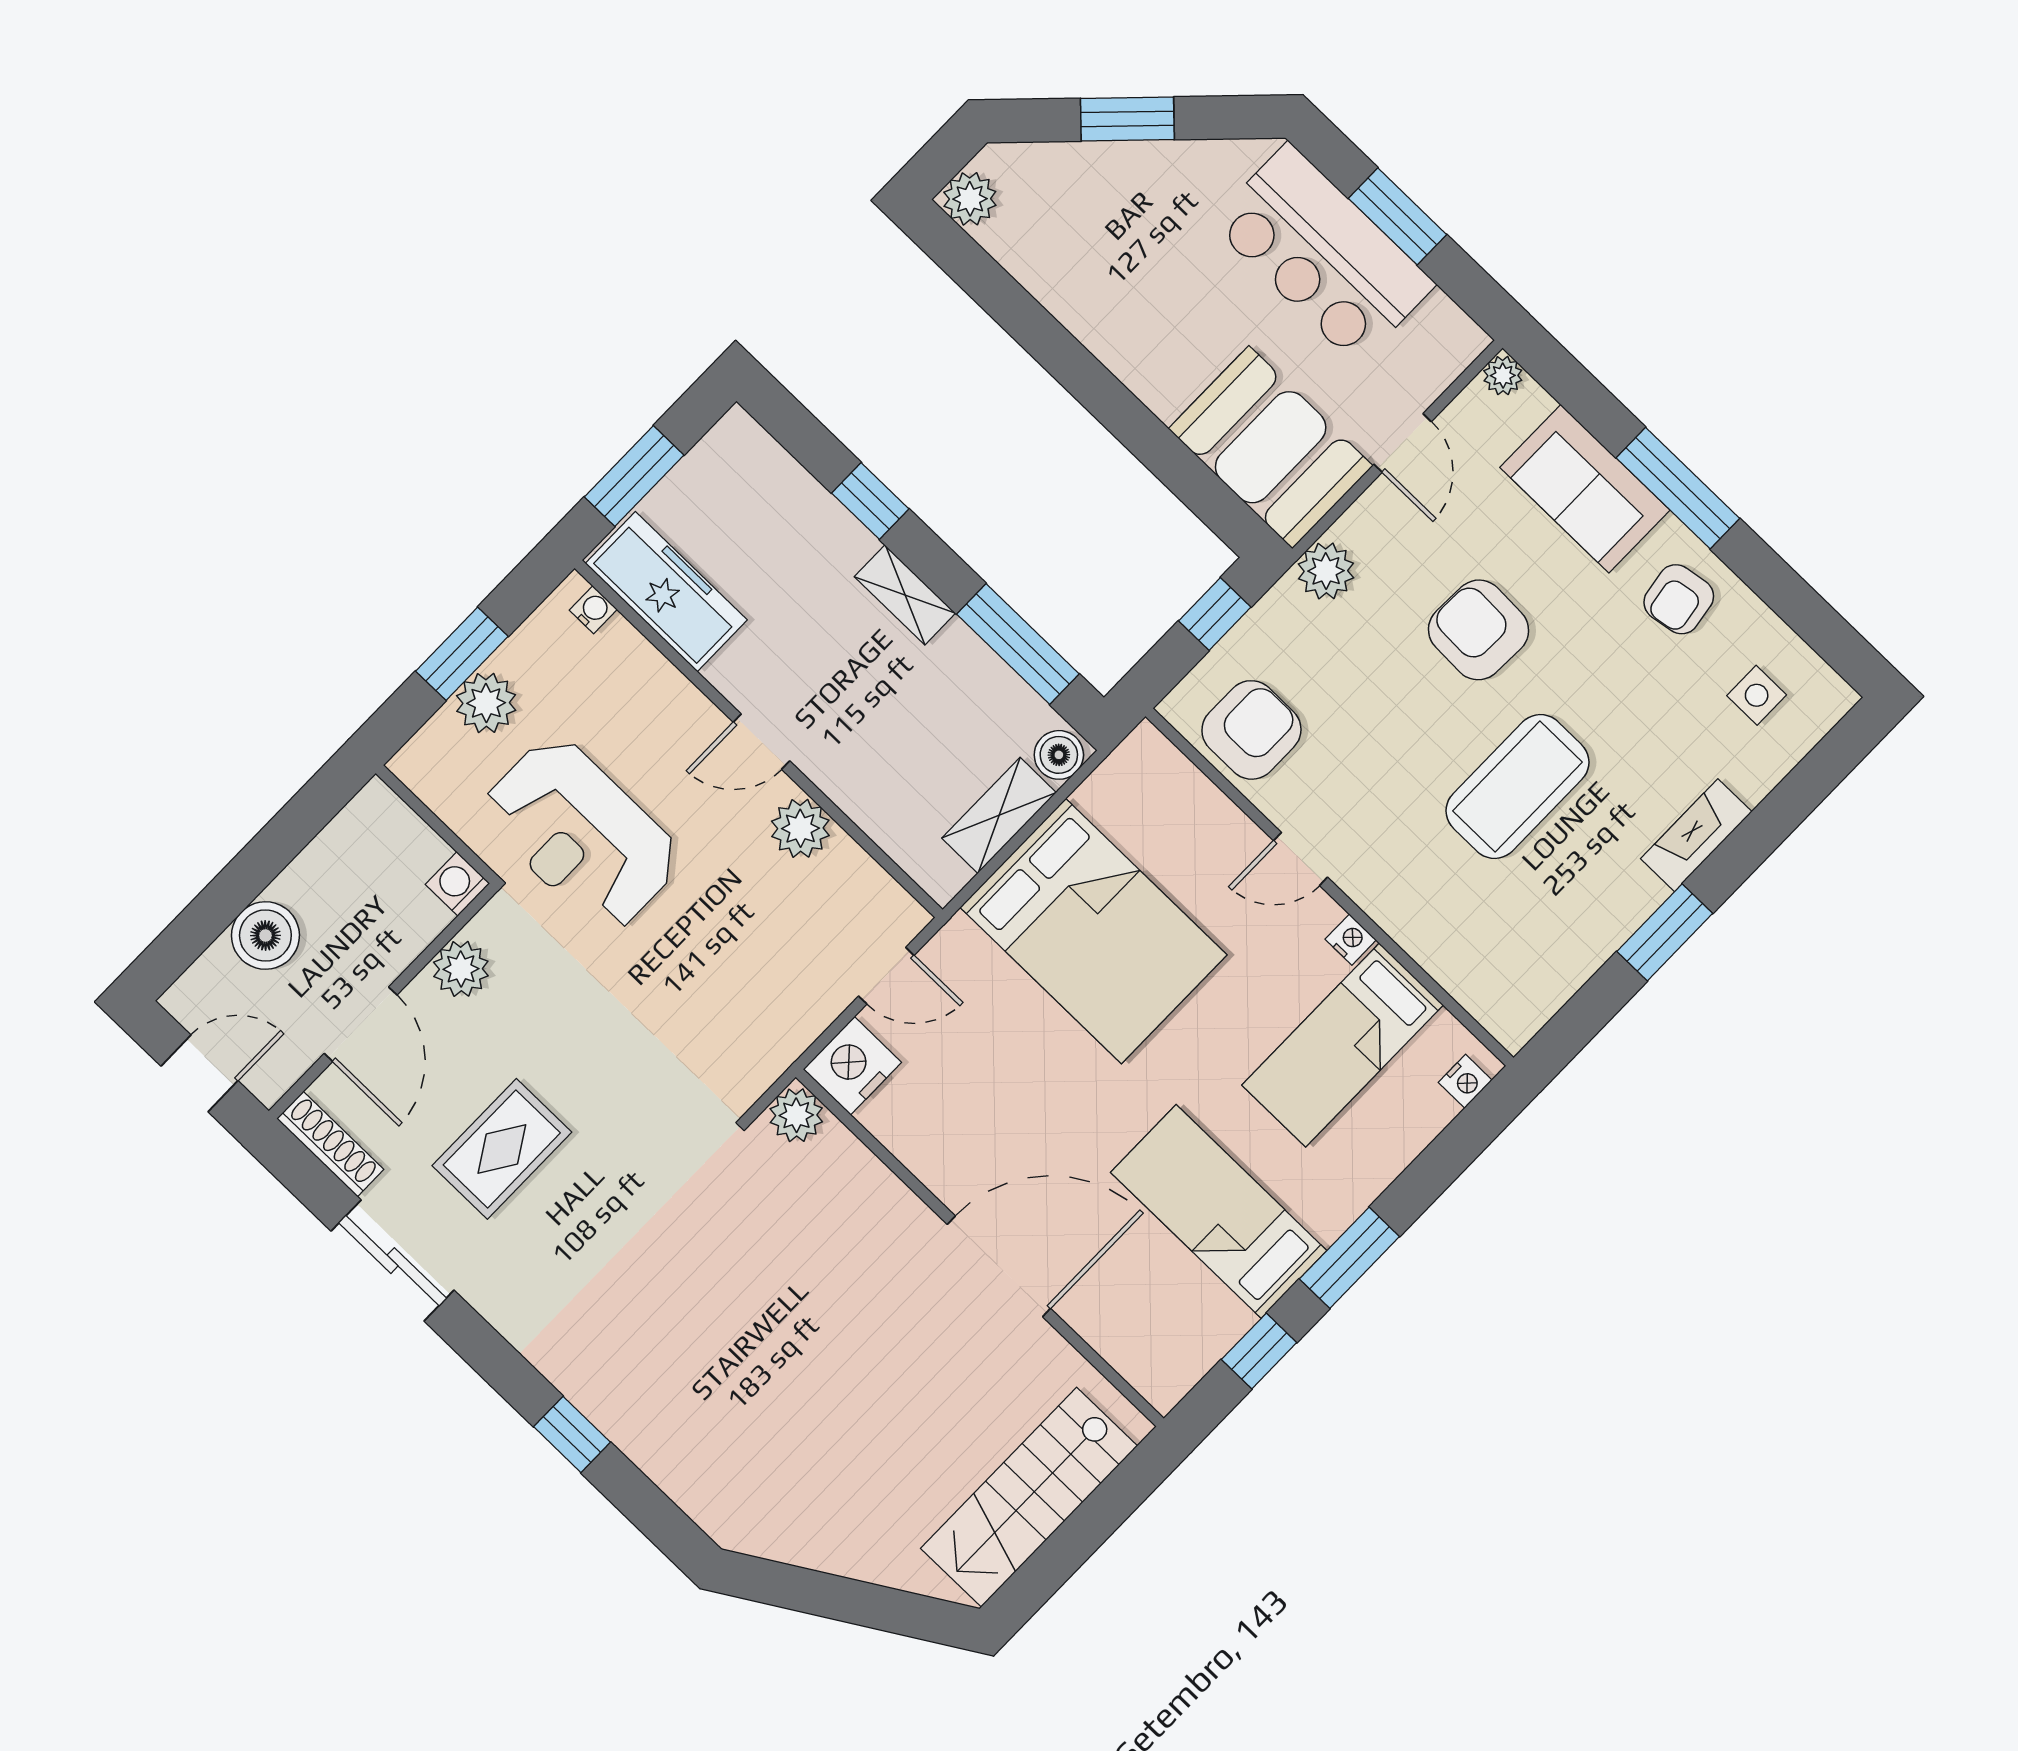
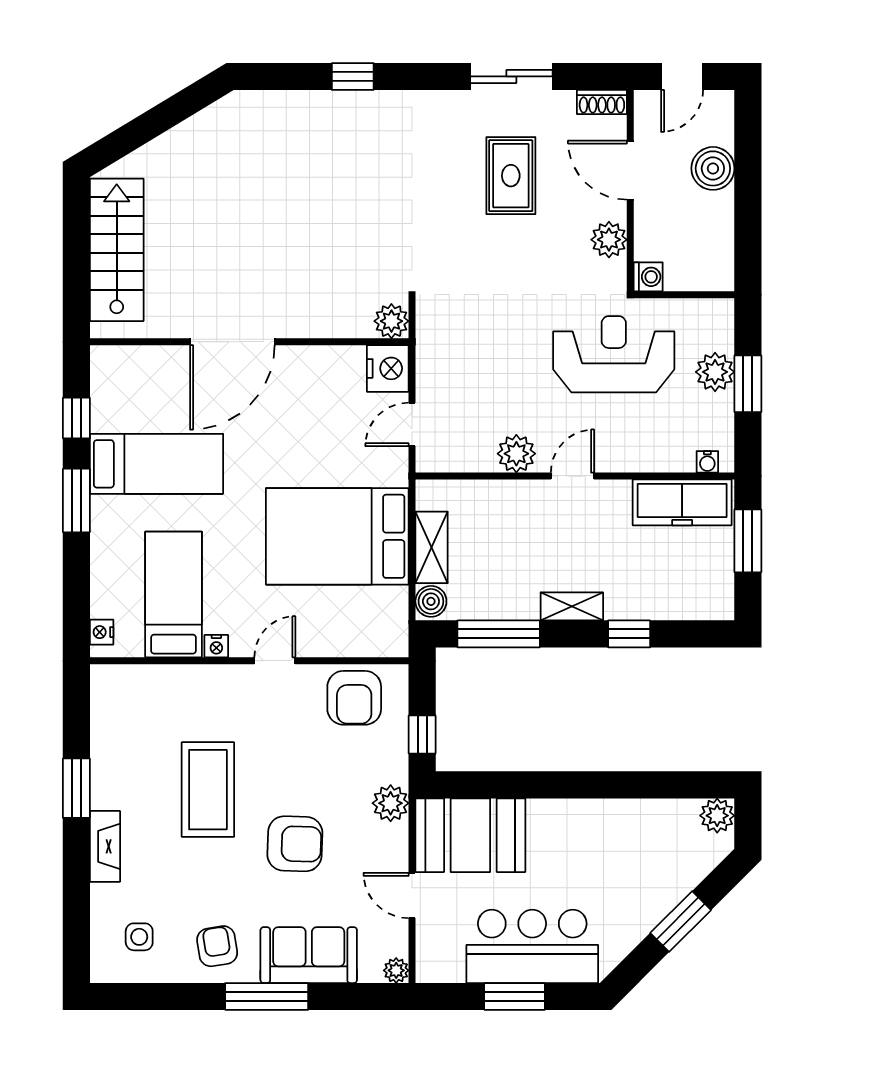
shoe rack: (330, 1144) -> (602, 102), width x0.70

